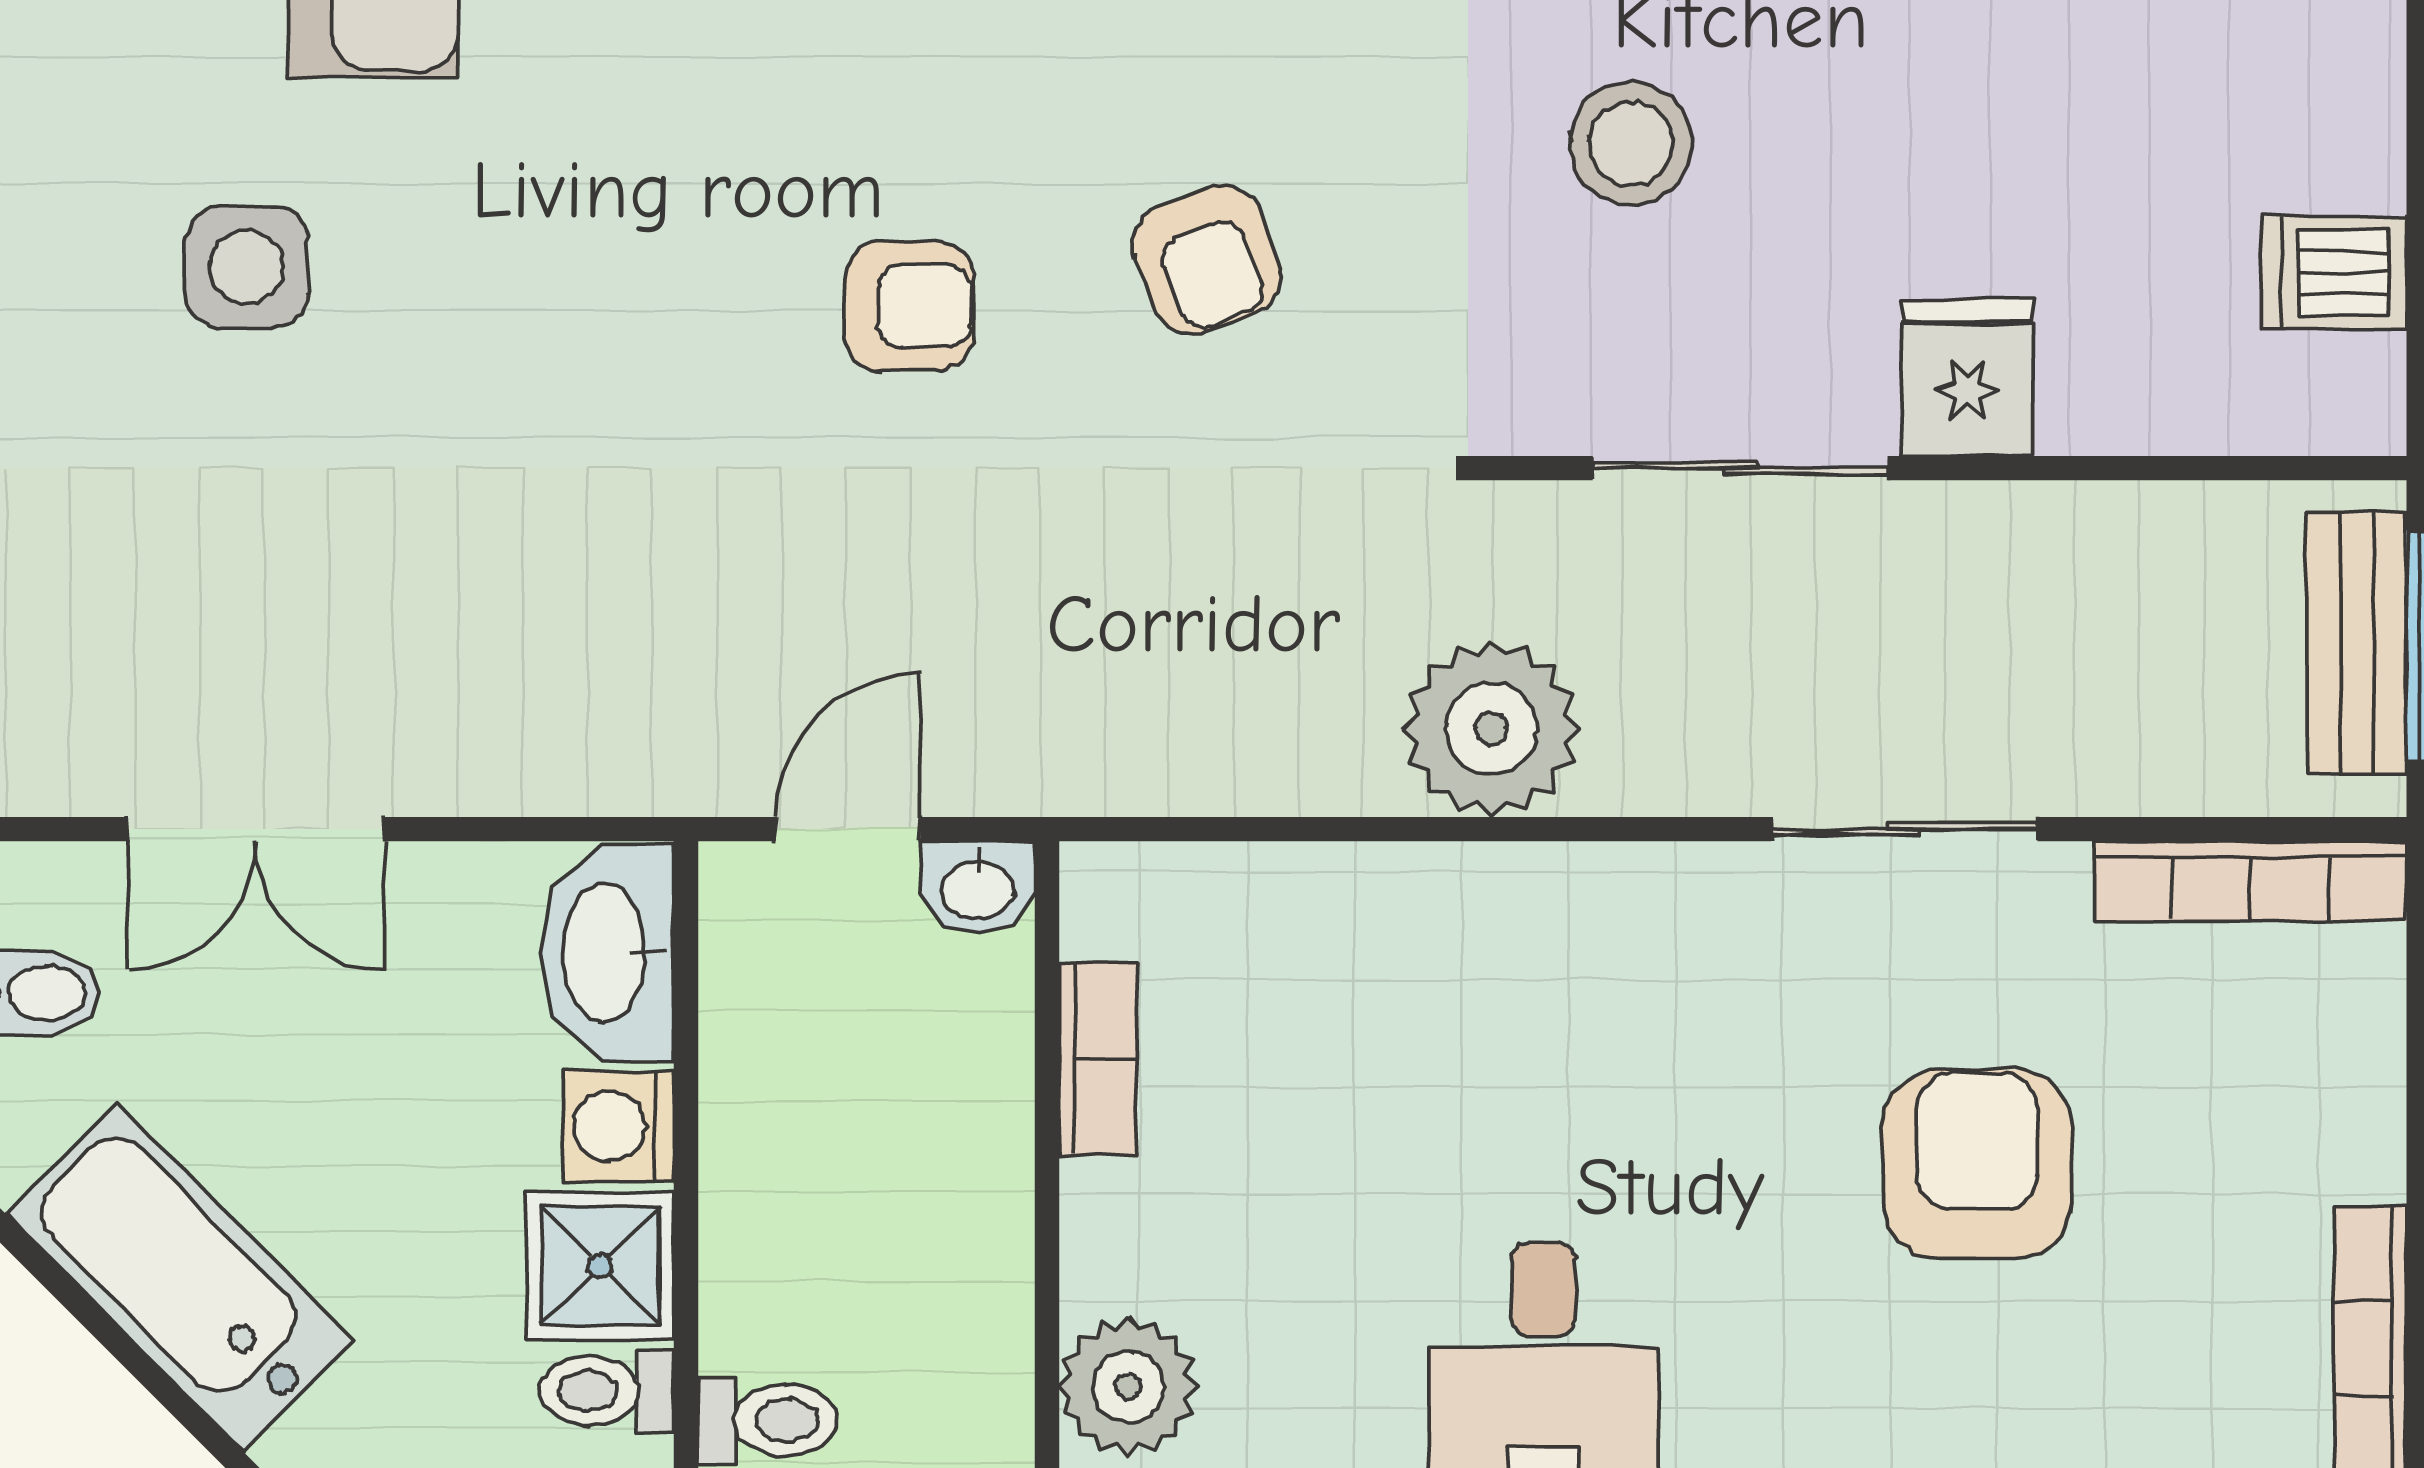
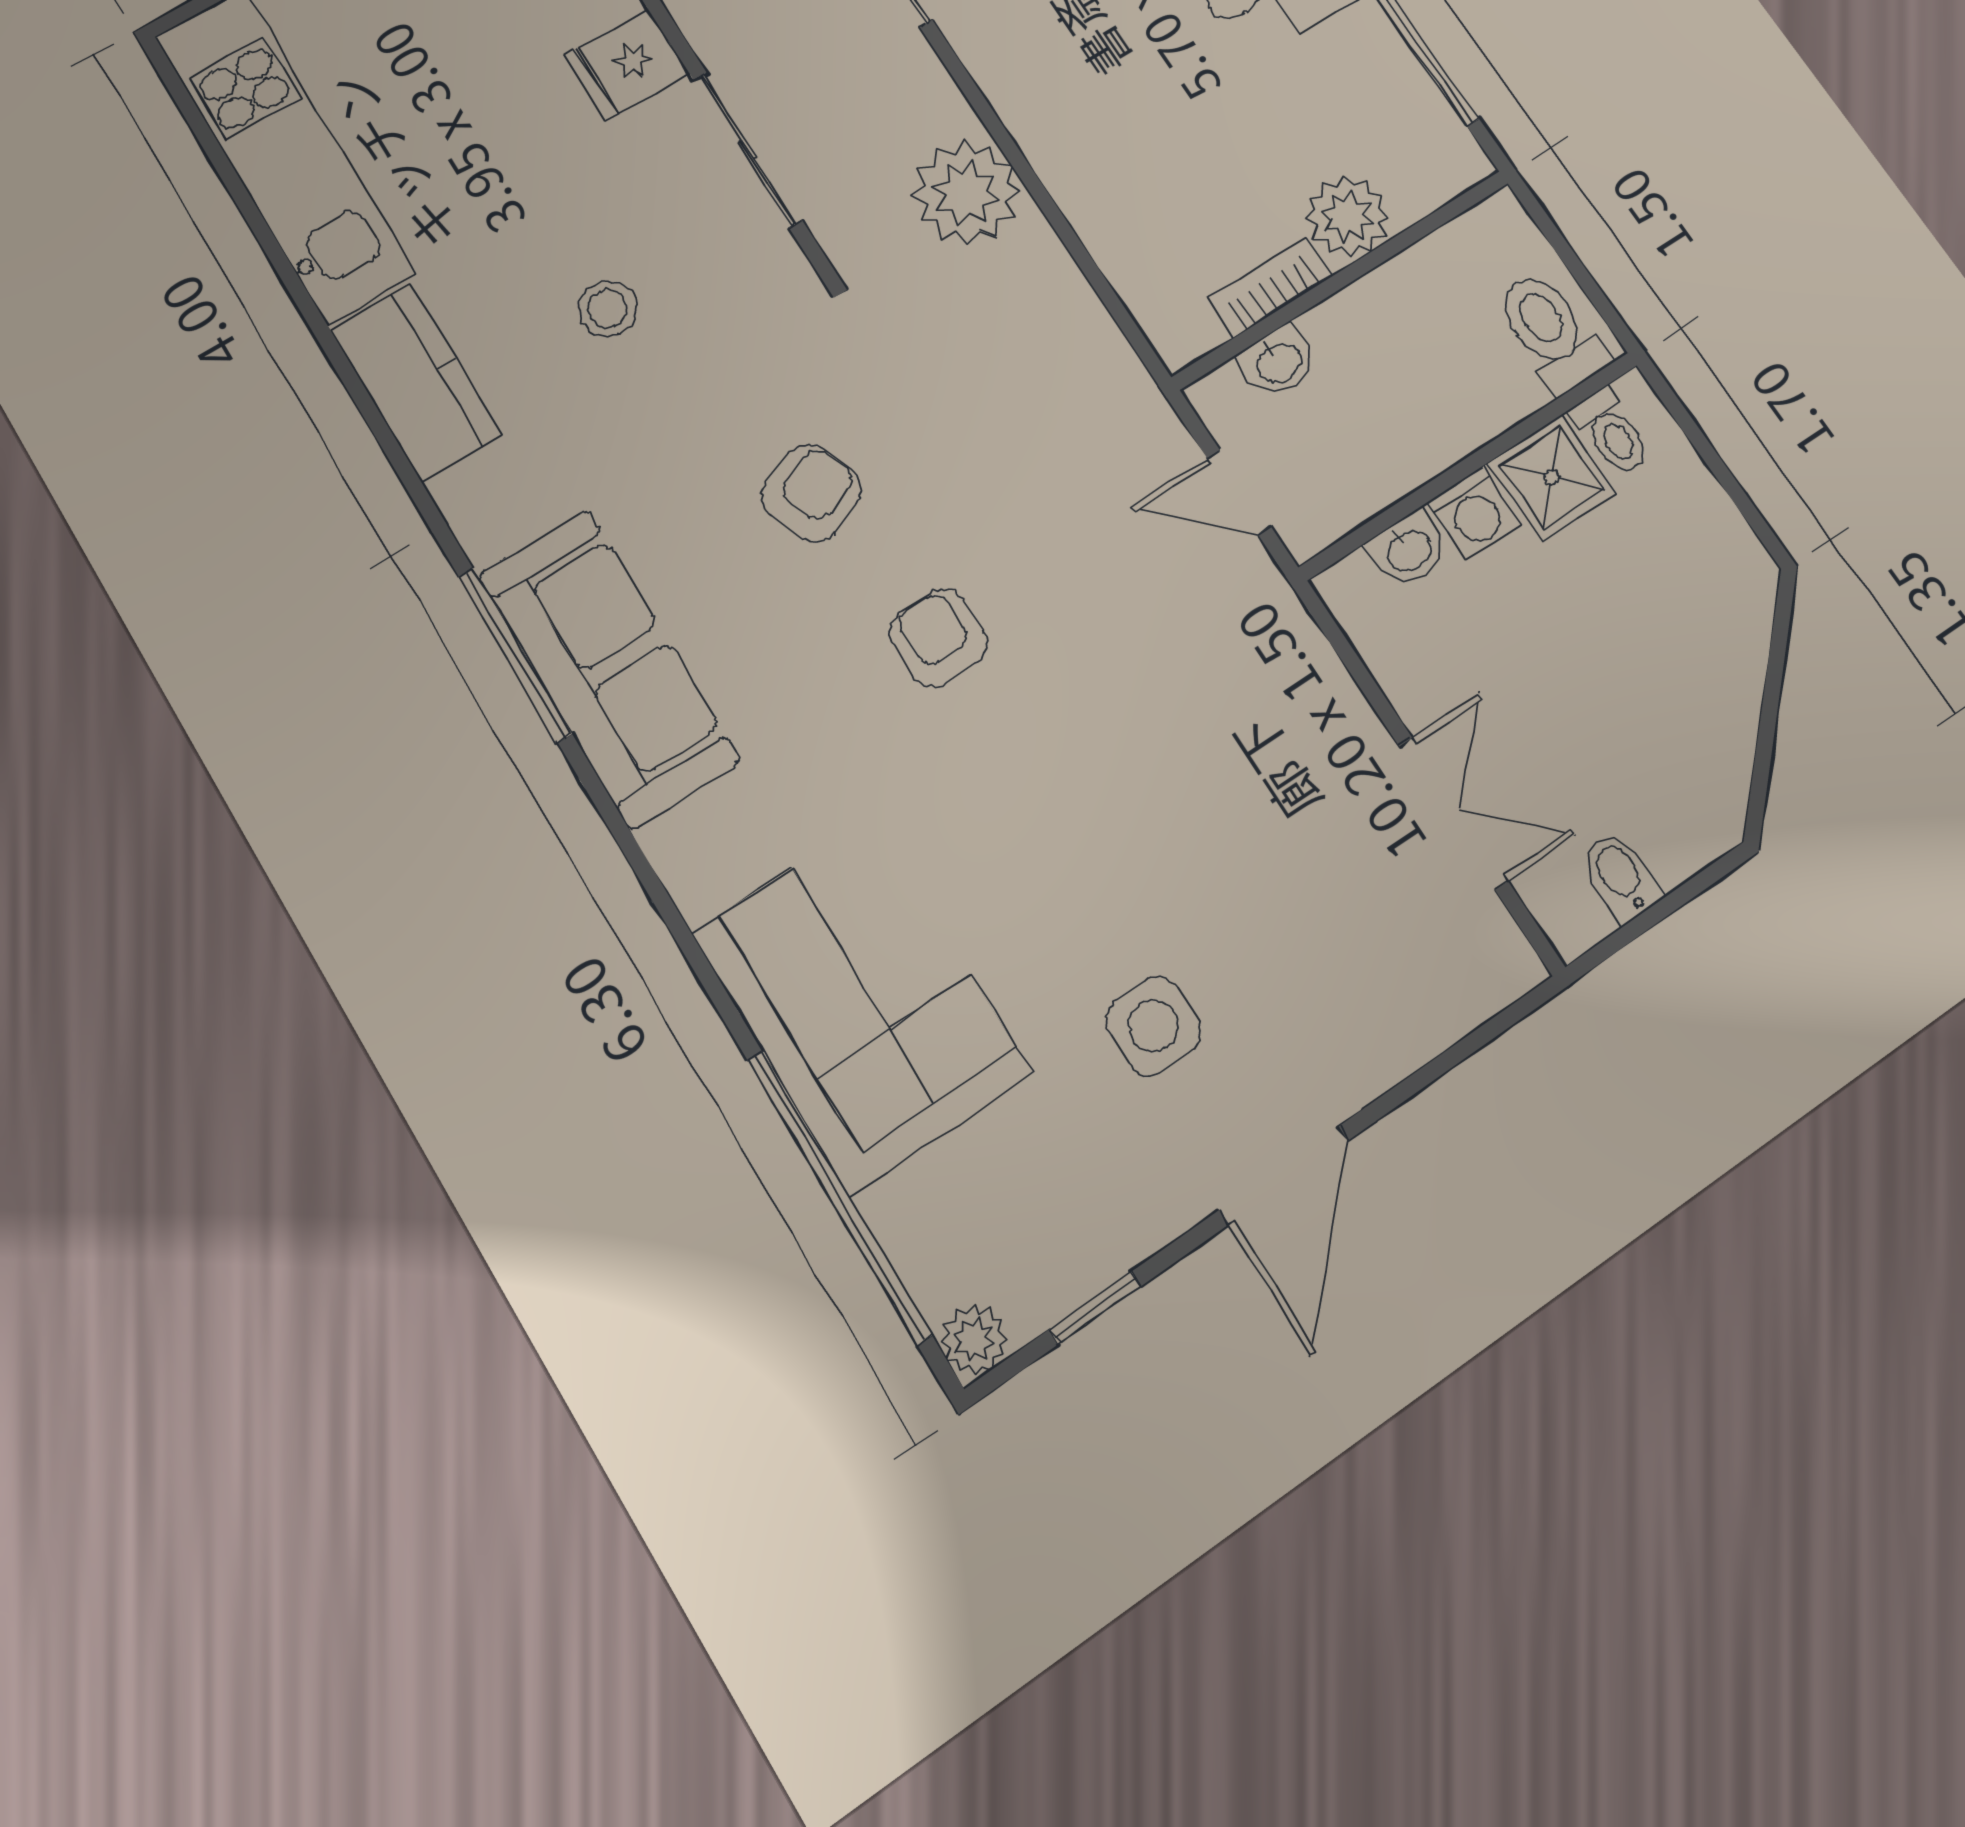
stool: (1631, 143) -> (608, 309), width x0.73, depth x0.73
washbasin: (978, 887) -> (1278, 362), moved, turned 90
washbasin: (608, 953) -> (1408, 550), width x0.52, depth x0.69
bathtub: (180, 1277) -> (1713, 697), removed
plant: (1128, 1387) -> (1348, 217), moved
toilet: (768, 1420) -> (1550, 331), width x1.37, depth x1.39

